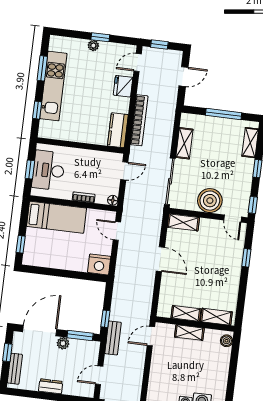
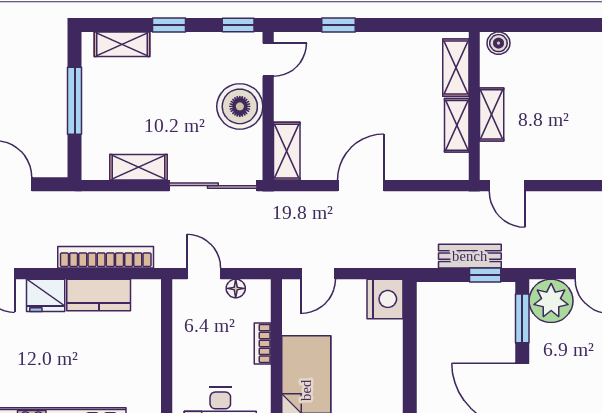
kitchen counter: (118, 130) -> (99, 295), moved
floor lamp: (113, 200) -> (236, 288), moved
bench: (113, 338) -> (470, 256), moved
plant: (63, 343) -> (551, 301), moved, width x1.87, depth x1.87

